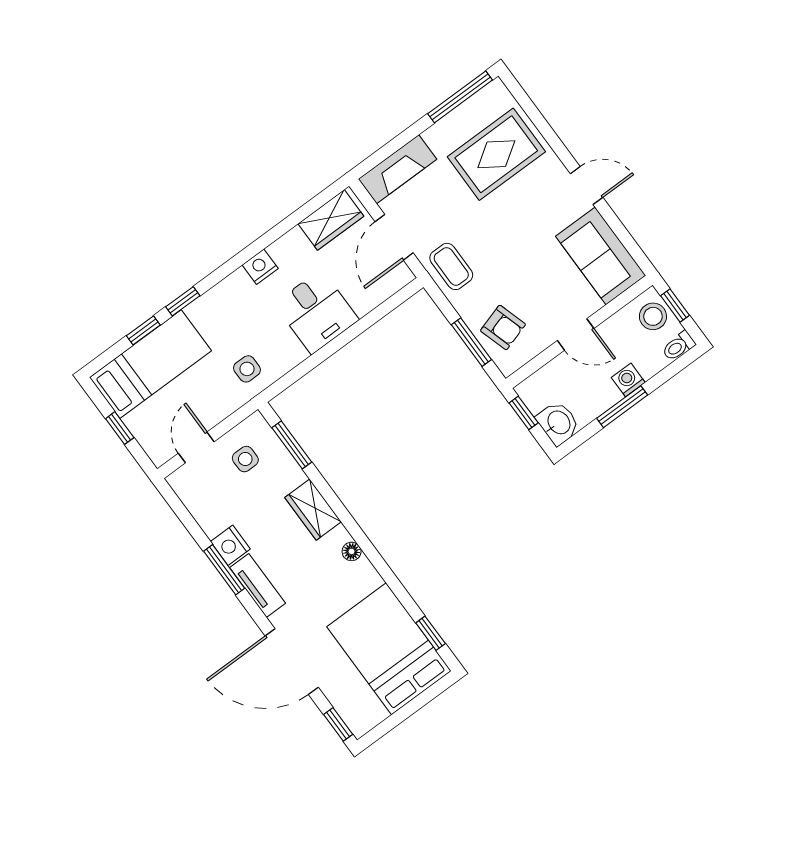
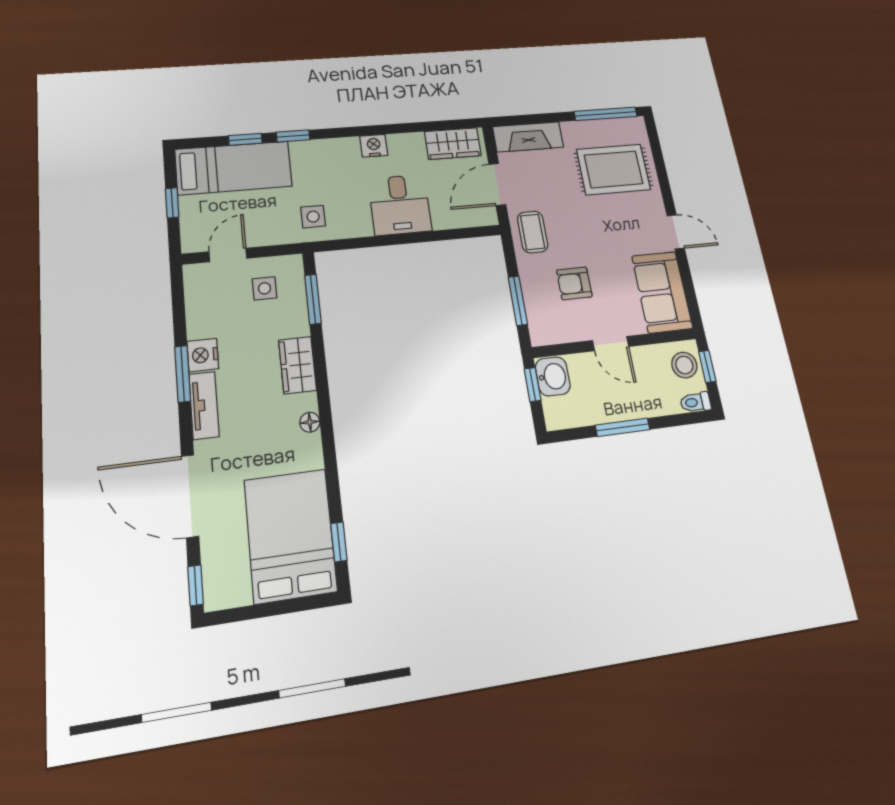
armchair: (503, 327) -> (574, 283), moved, turned 107
washing machine: (628, 380) -> (639, 407), removed
washbasin: (558, 423) -> (553, 376), moved

